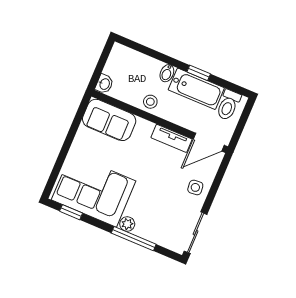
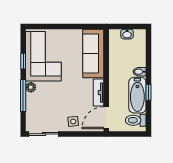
washbasin: (104, 84) -> (127, 34), moved
stool: (150, 102) -> (116, 69), removed
sofa: (109, 120) -> (93, 53), width x1.36
door: (209, 142) -> (106, 118), hinge flipped
window: (71, 212) -> (23, 61), moved

